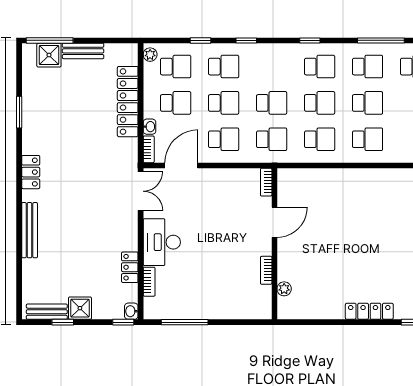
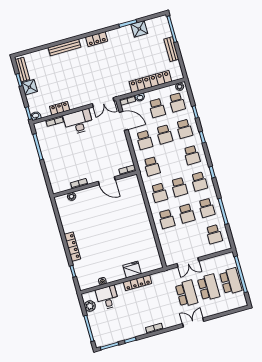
shower: (49, 55) -> (139, 29), moved
school desk: (272, 103) -> (192, 155), moved

